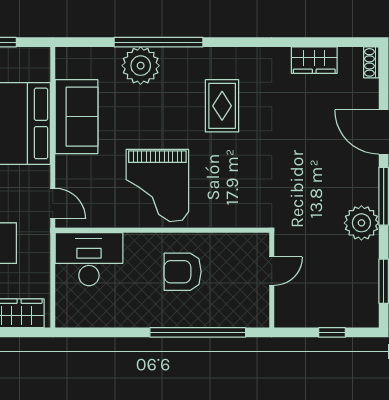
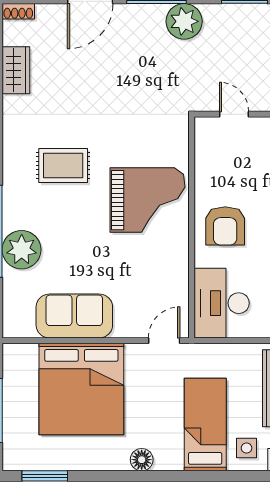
grand piano: (157, 186) -> (147, 200), moved
armchair: (183, 272) -> (225, 226), moved

